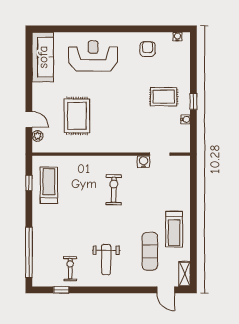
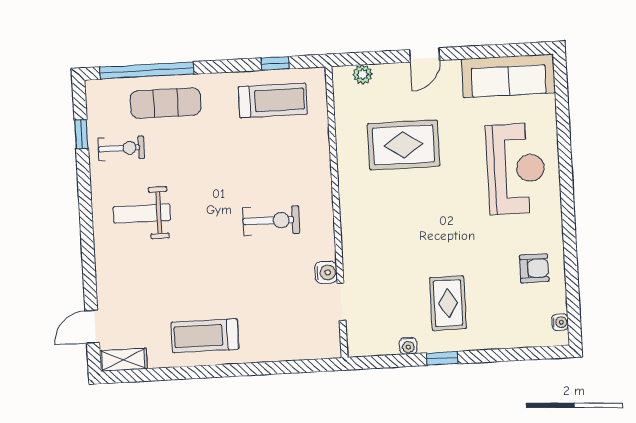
door: (29, 119) -> (425, 55), moved
exercise mat: (150, 251) -> (166, 103), moved

